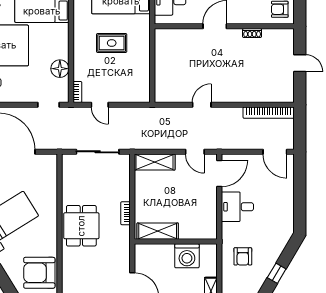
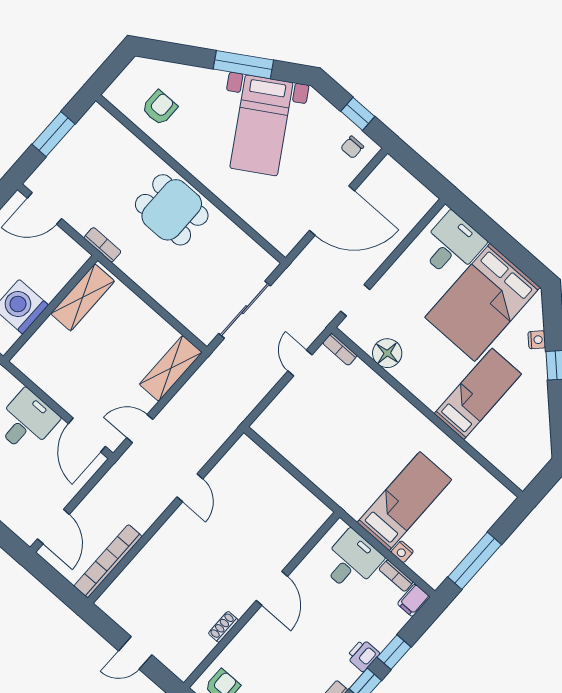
rug: (112, 43) -> (363, 444), removed
door: (100, 105) -> (300, 363), hinge flipped
door: (275, 152) -> (53, 527), swing flipped
bookcase: (125, 213) -> (102, 245), moved
armchair: (39, 273) -> (159, 108), width x0.53, depth x0.53

